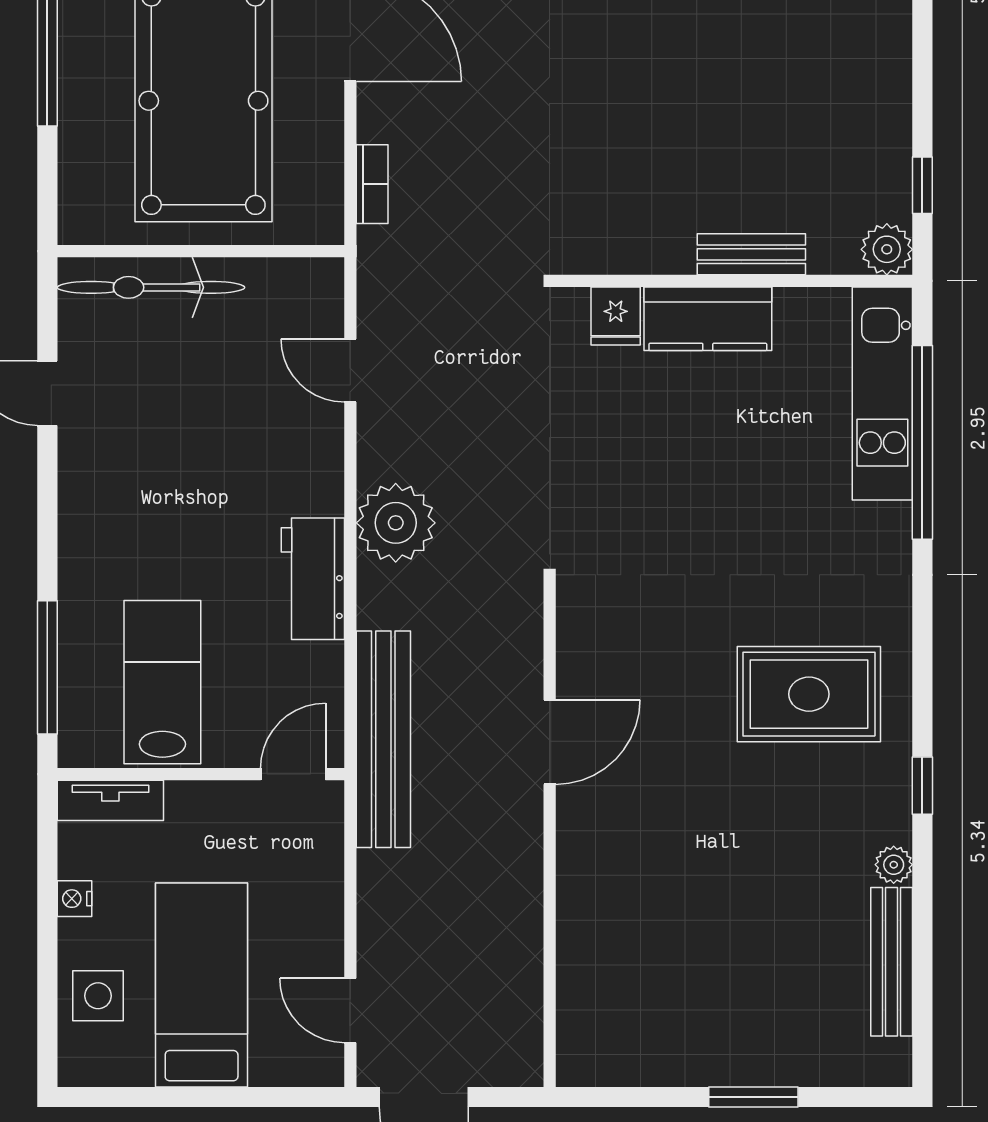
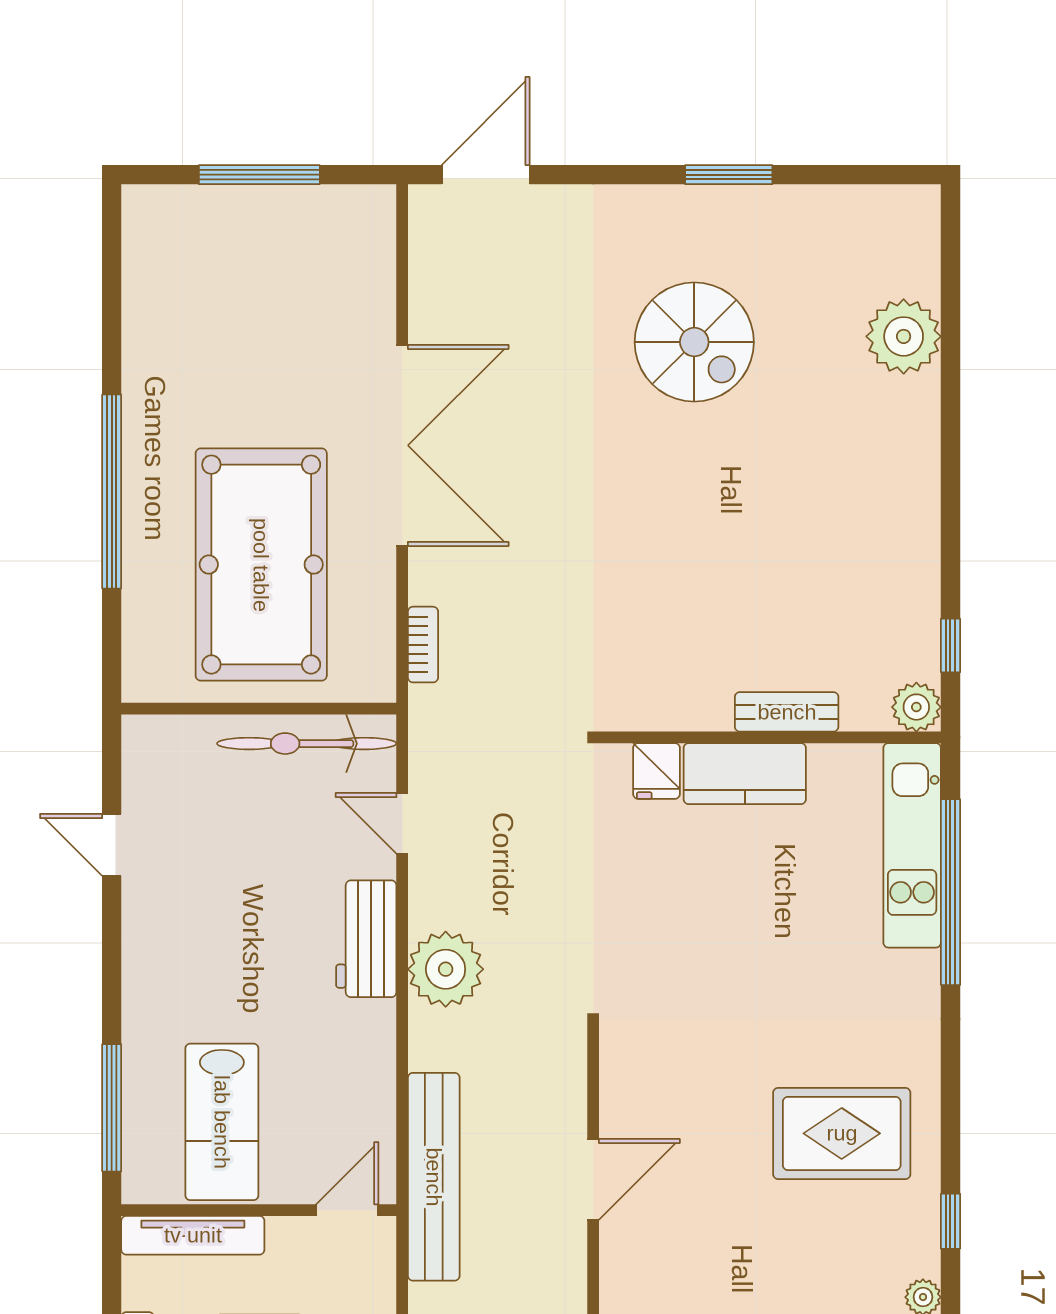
bicycle: (151, 287) -> (307, 744), moved
workbench: (313, 579) -> (366, 939), moved
lab bench: (162, 682) -> (222, 1122), turned 180
tv unit: (110, 800) -> (193, 1235), width x1.41

